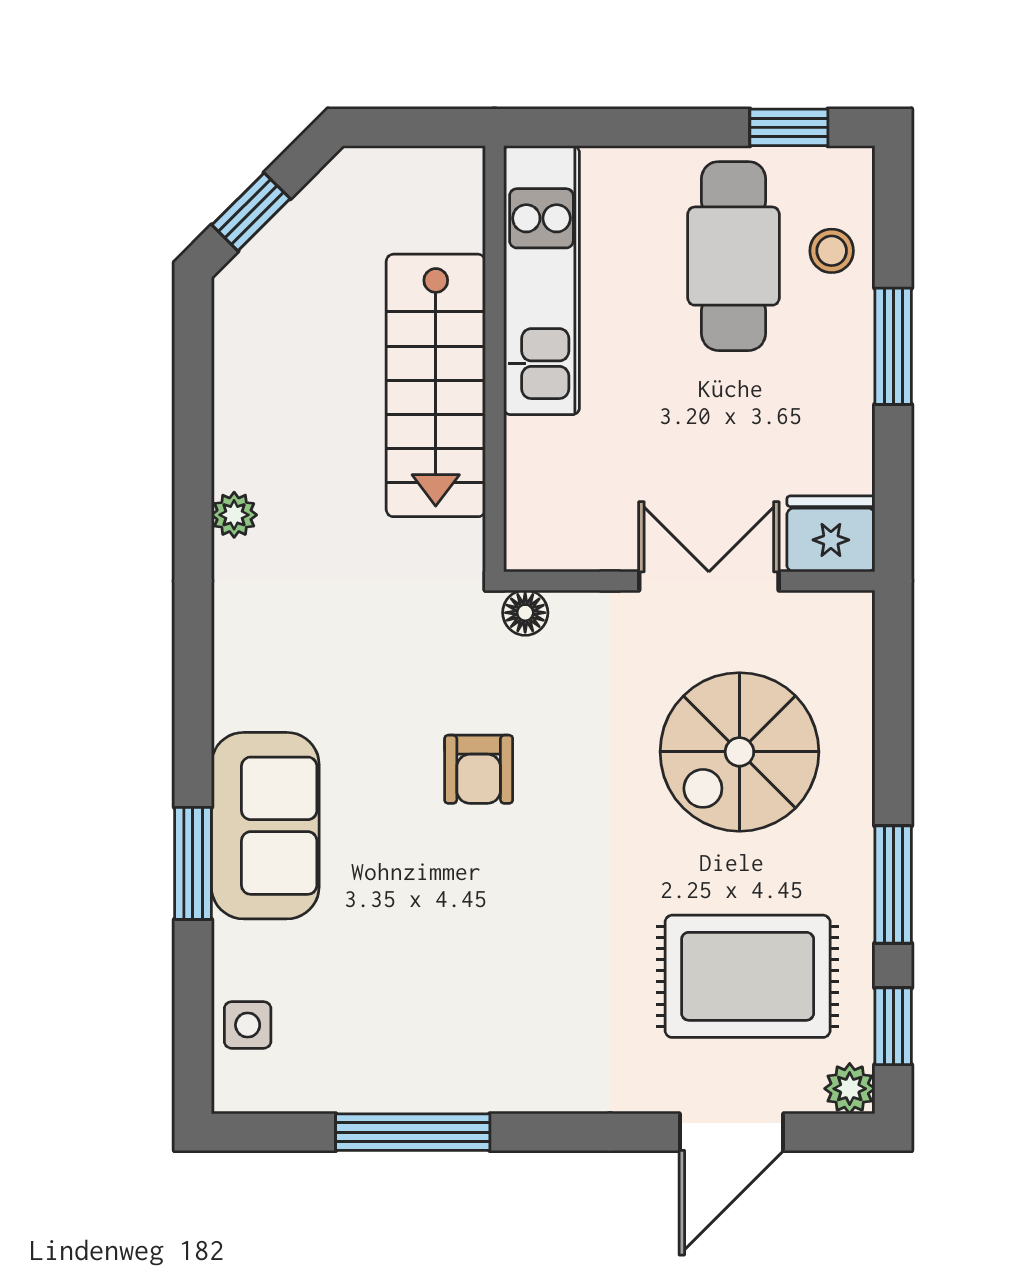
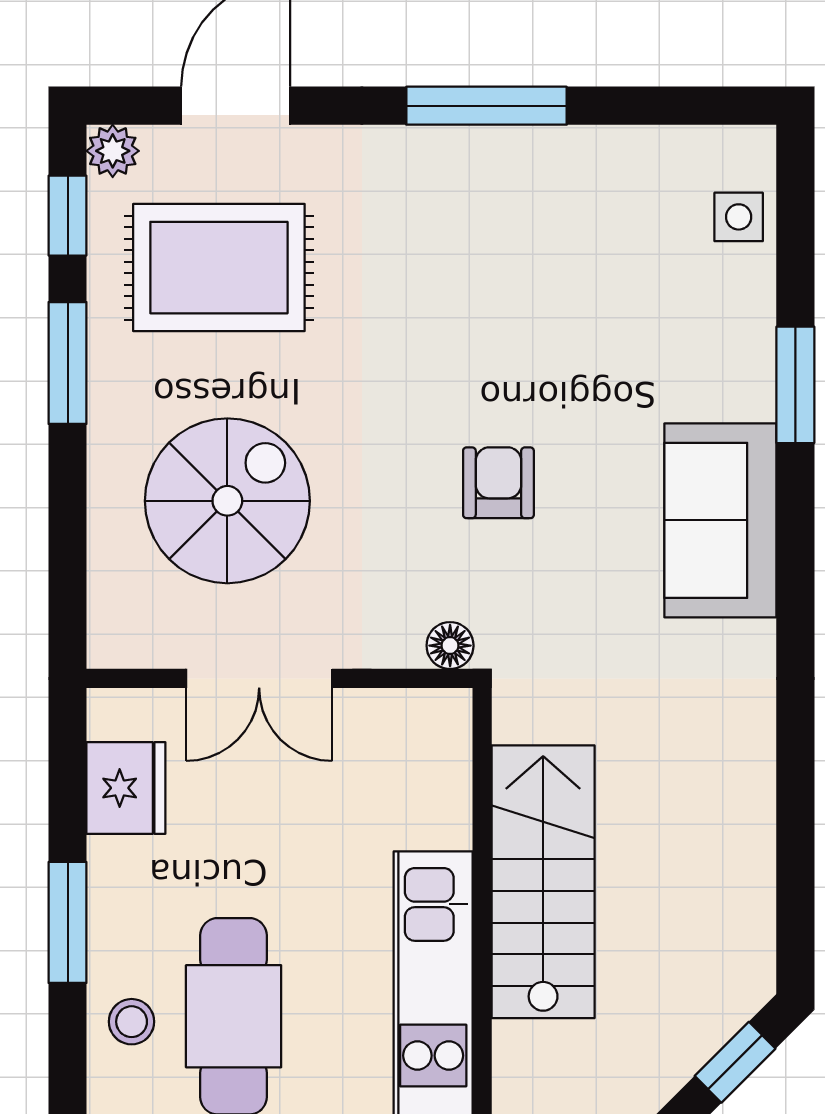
plant: (234, 515) -> (753, 747), removed
fridge: (831, 534) -> (126, 788), moved, turned -90
sofa: (265, 826) -> (720, 520), moved
window: (413, 1132) -> (487, 106), moved

